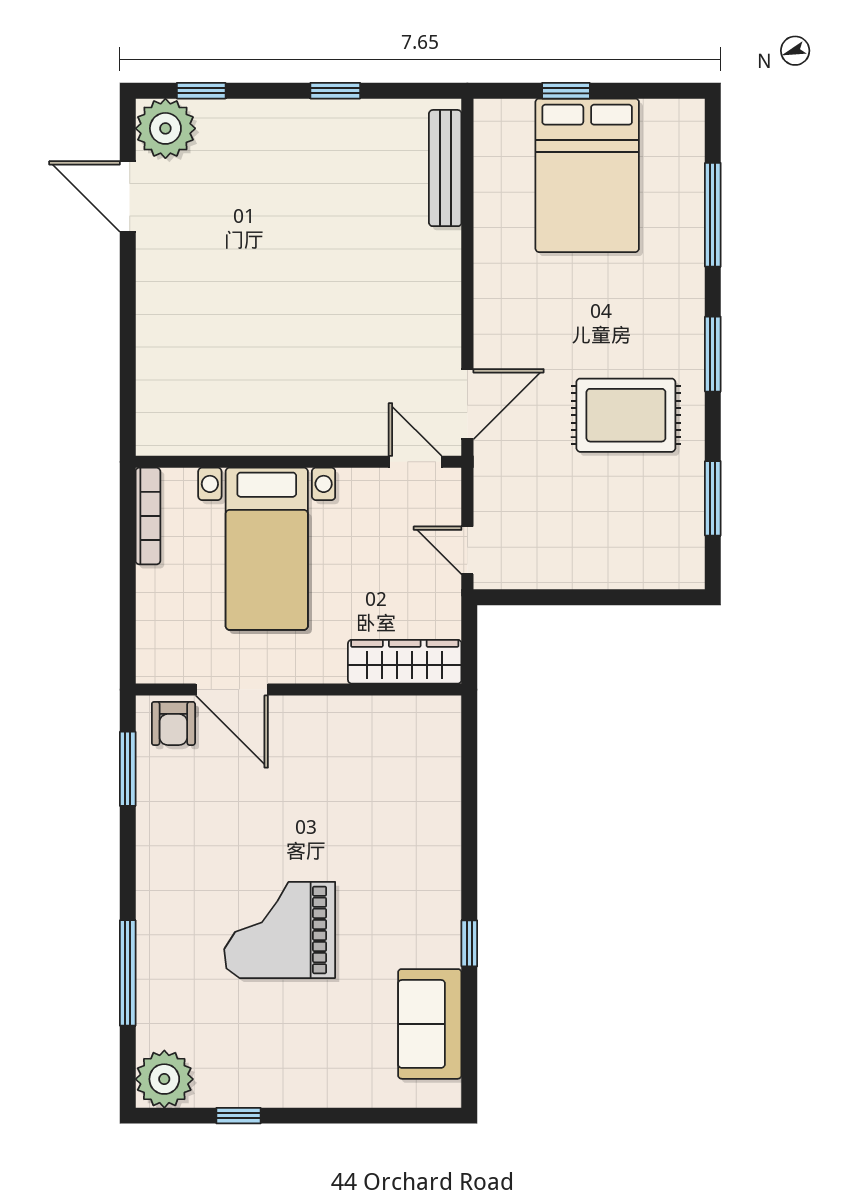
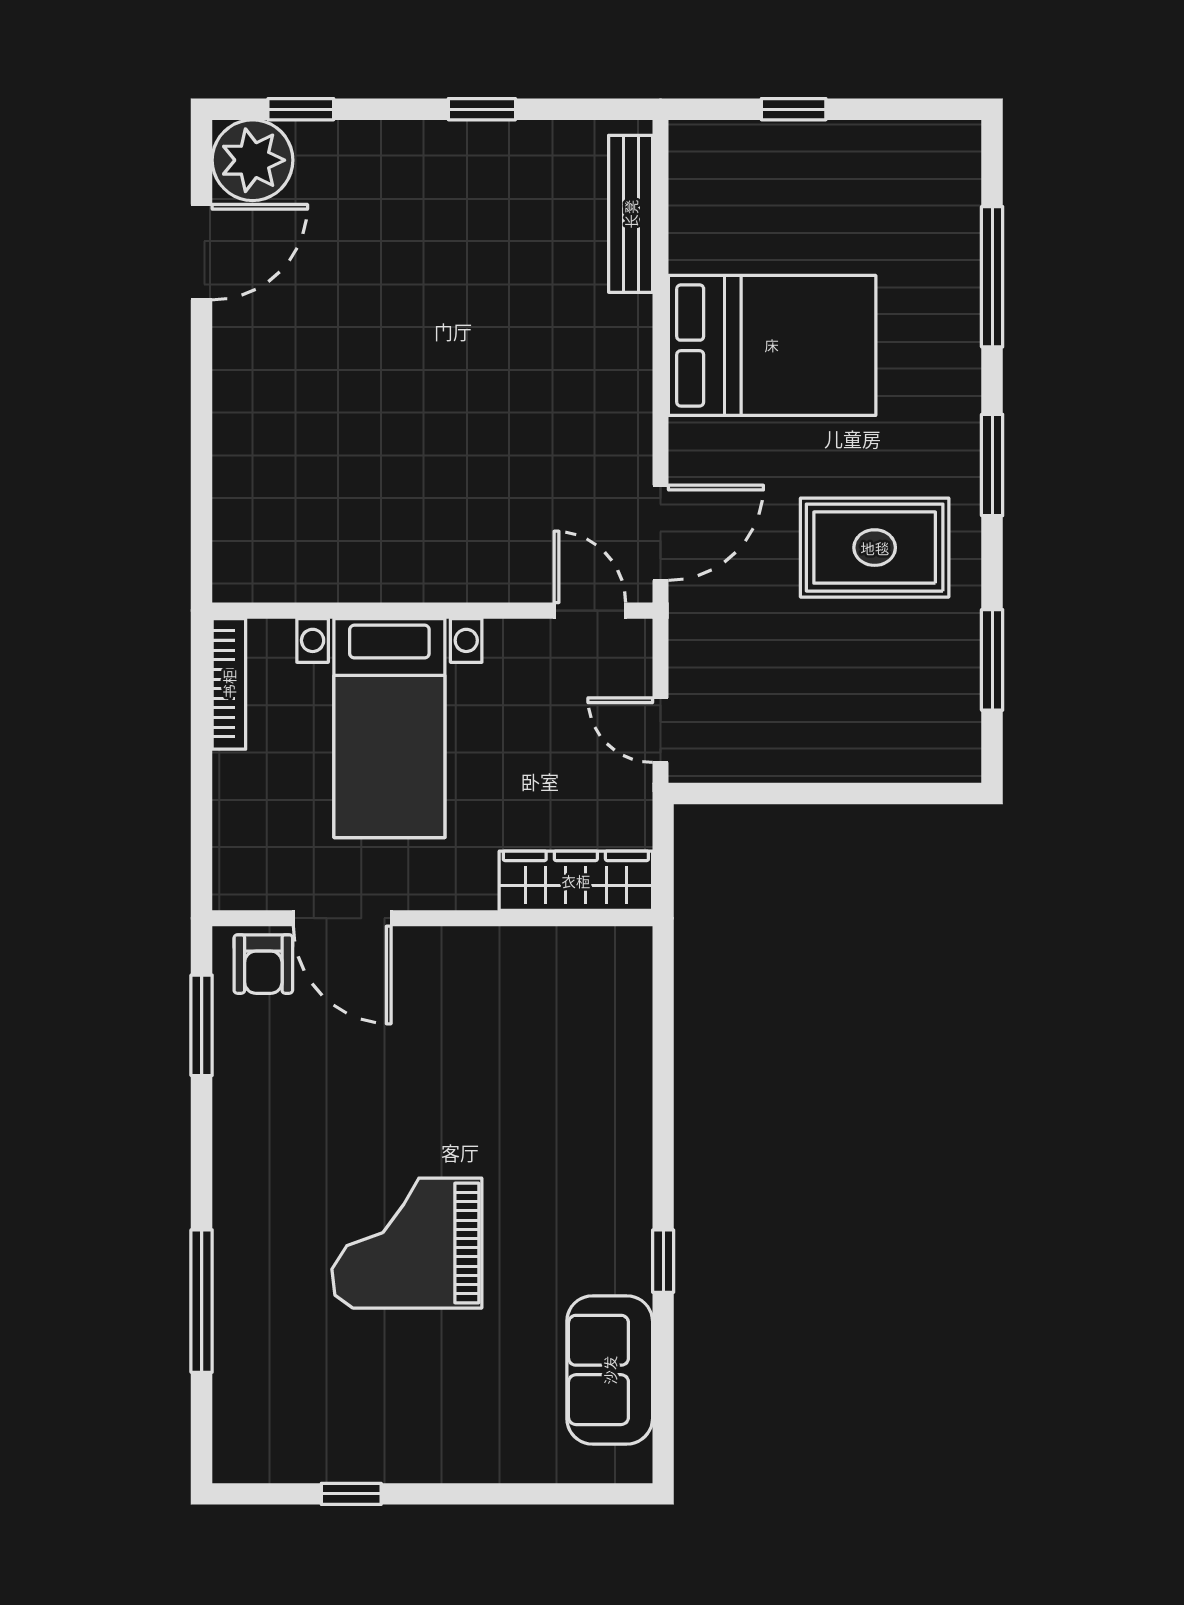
bed: (587, 175) -> (772, 345), moved, turned -90
door: (128, 197) -> (202, 252), swing flipped
plant: (164, 1079) -> (251, 1444), removed

